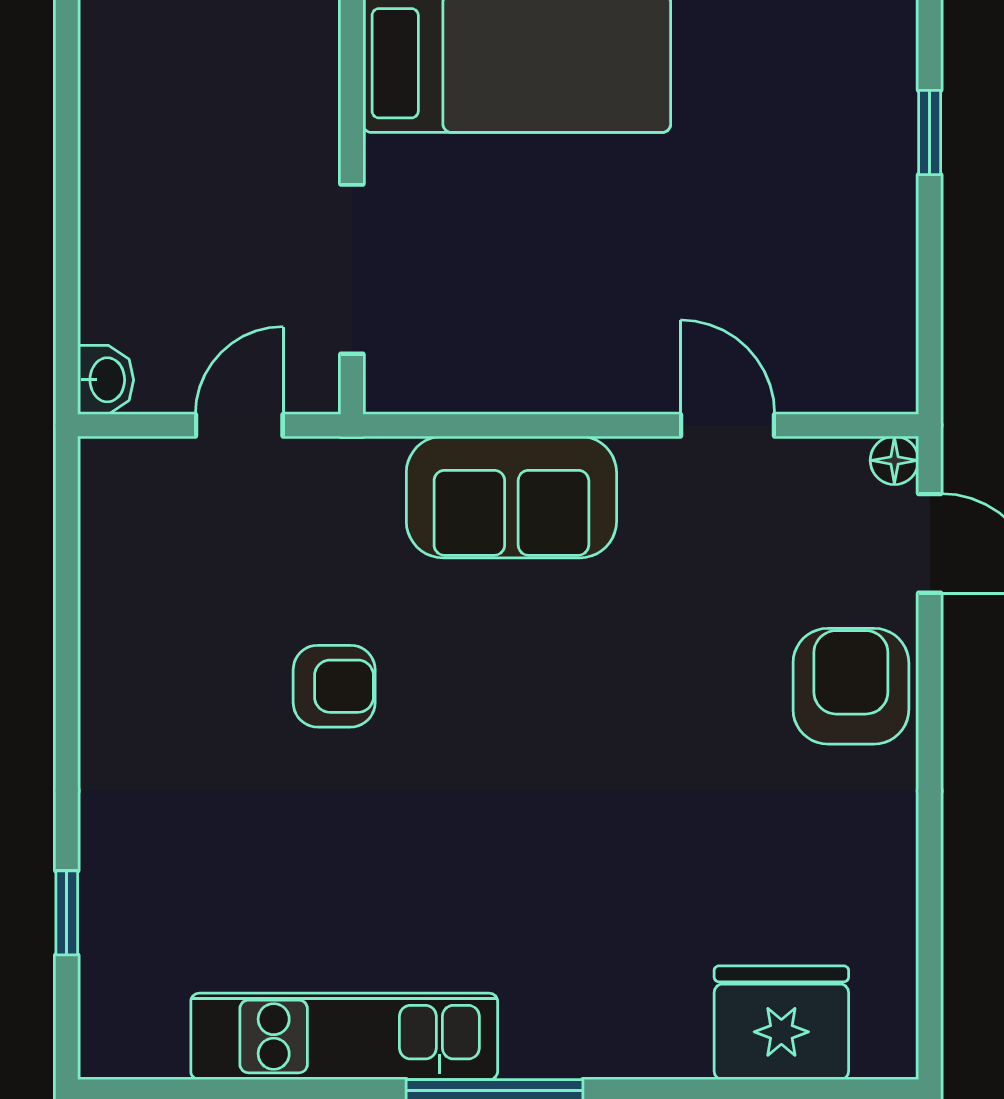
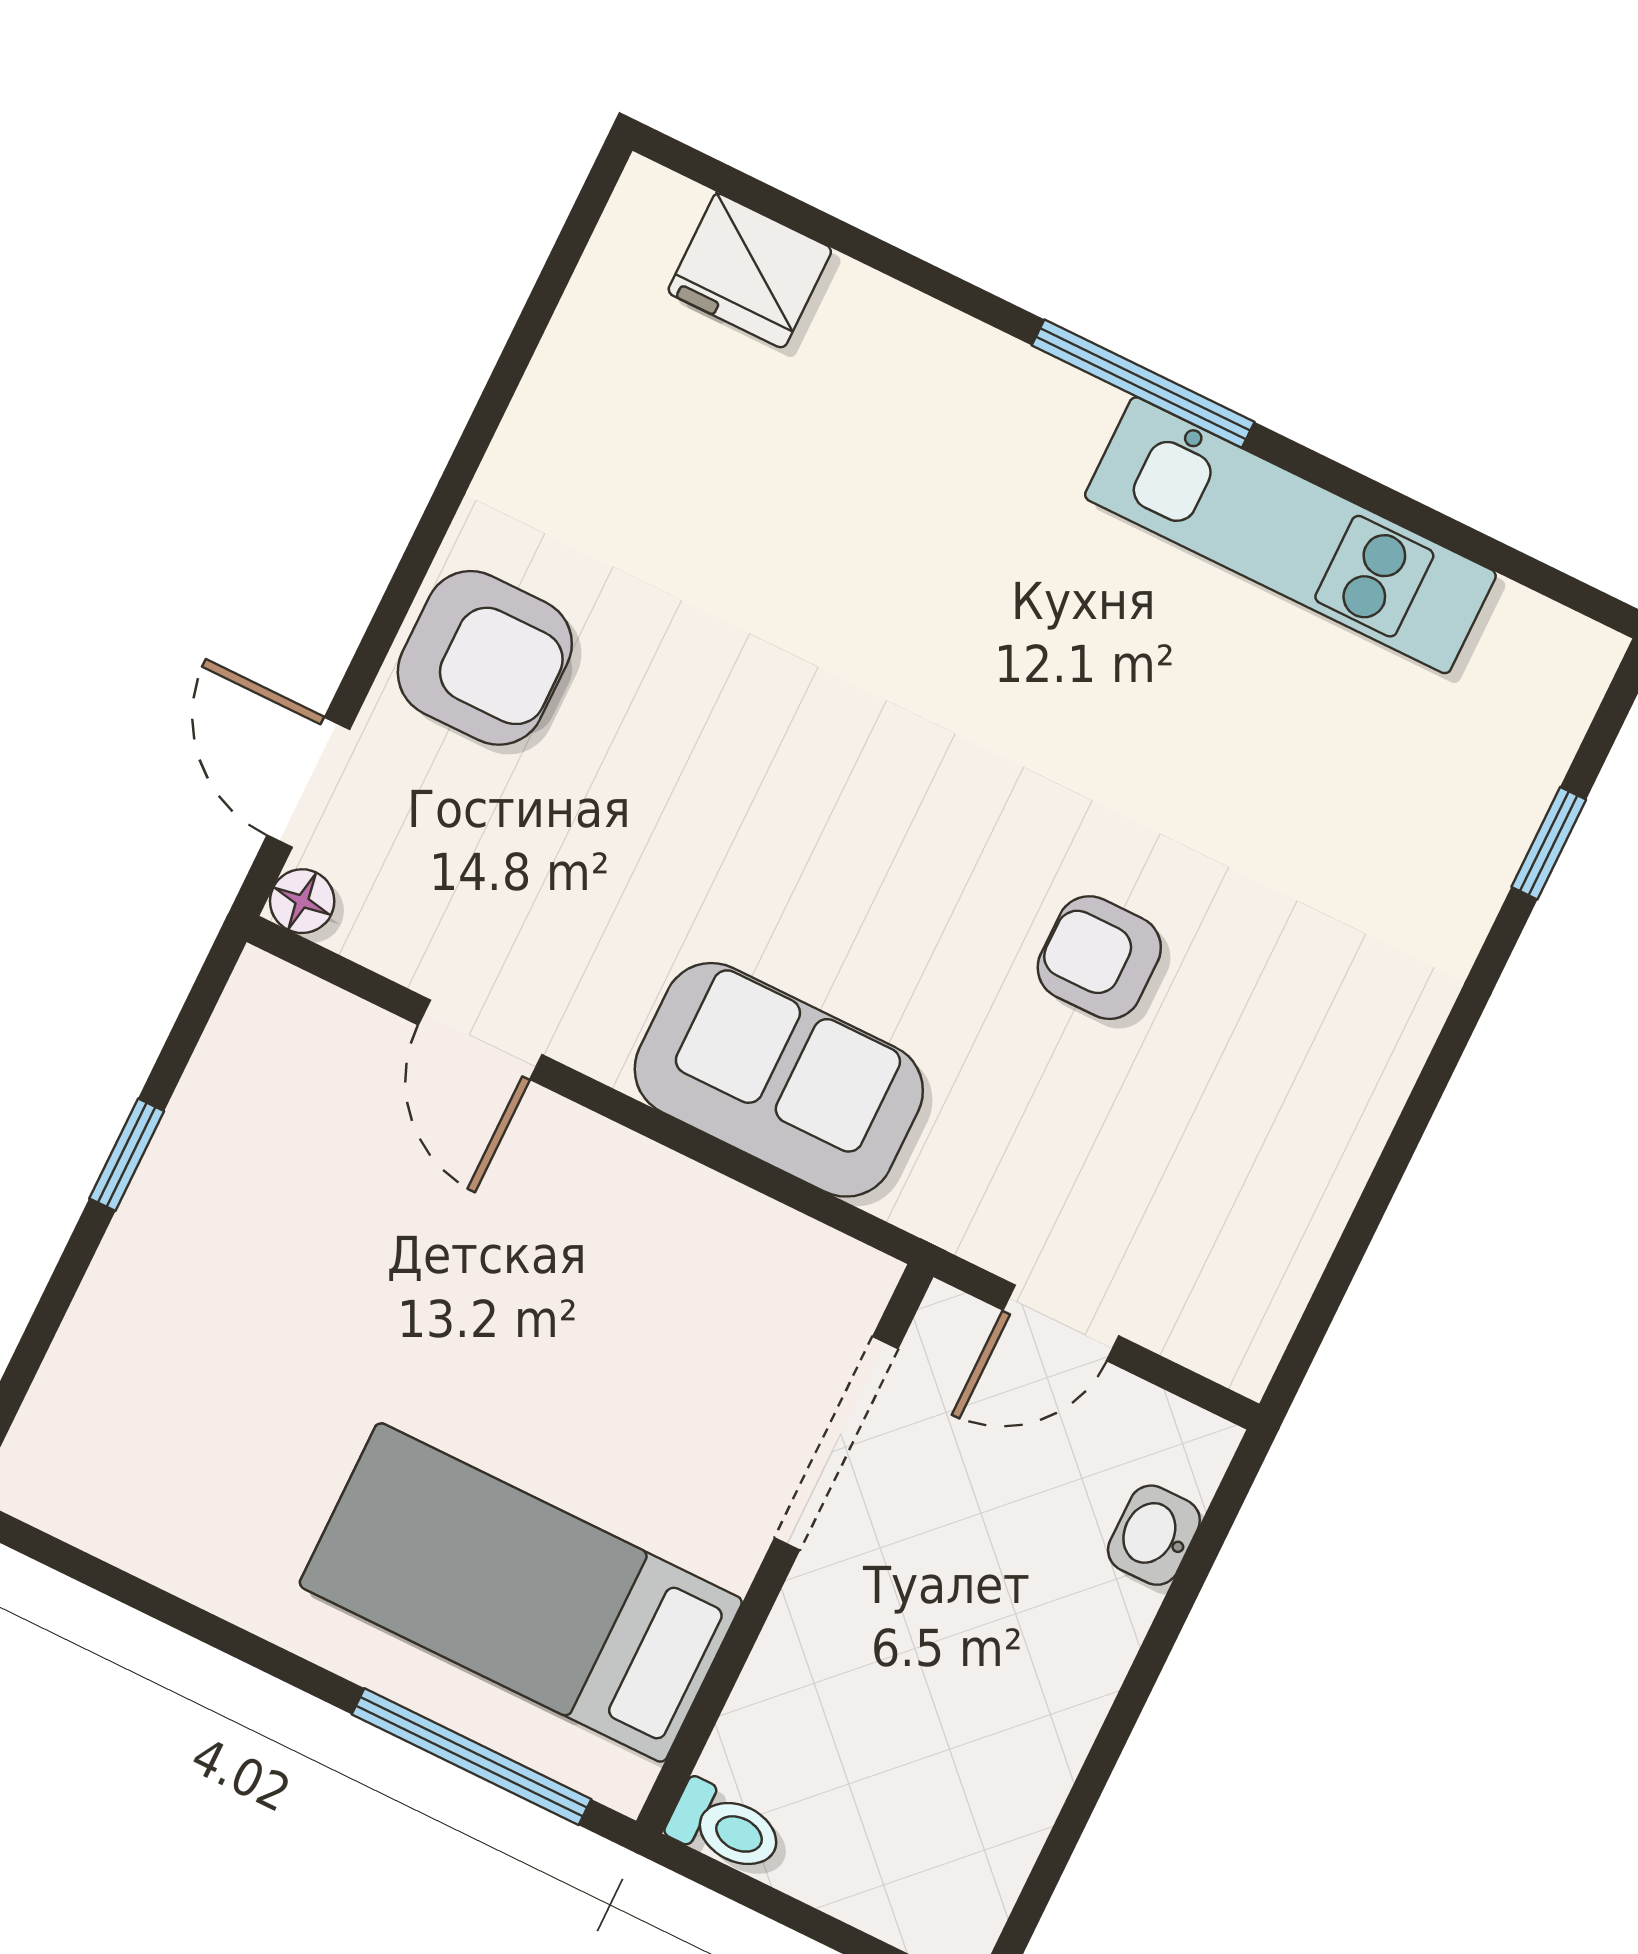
window: (930, 132) -> (127, 1155), moved
washbasin: (106, 380) -> (1154, 1535), moved
armchair: (851, 686) -> (485, 658), turned -90
fridge: (781, 1023) -> (750, 271), width x0.73, depth x0.75

